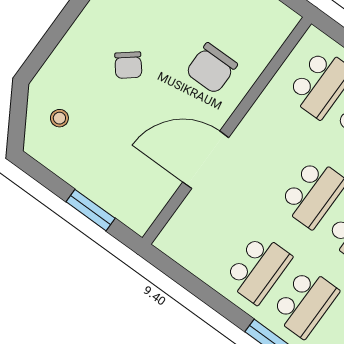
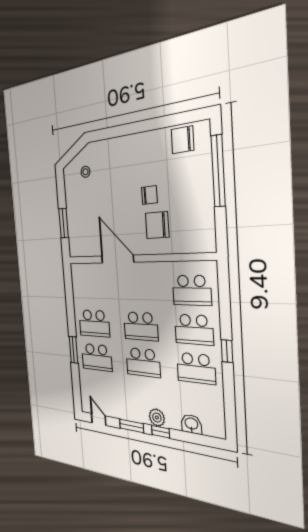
chair: (128, 65) -> (149, 195), moved, turned -142

